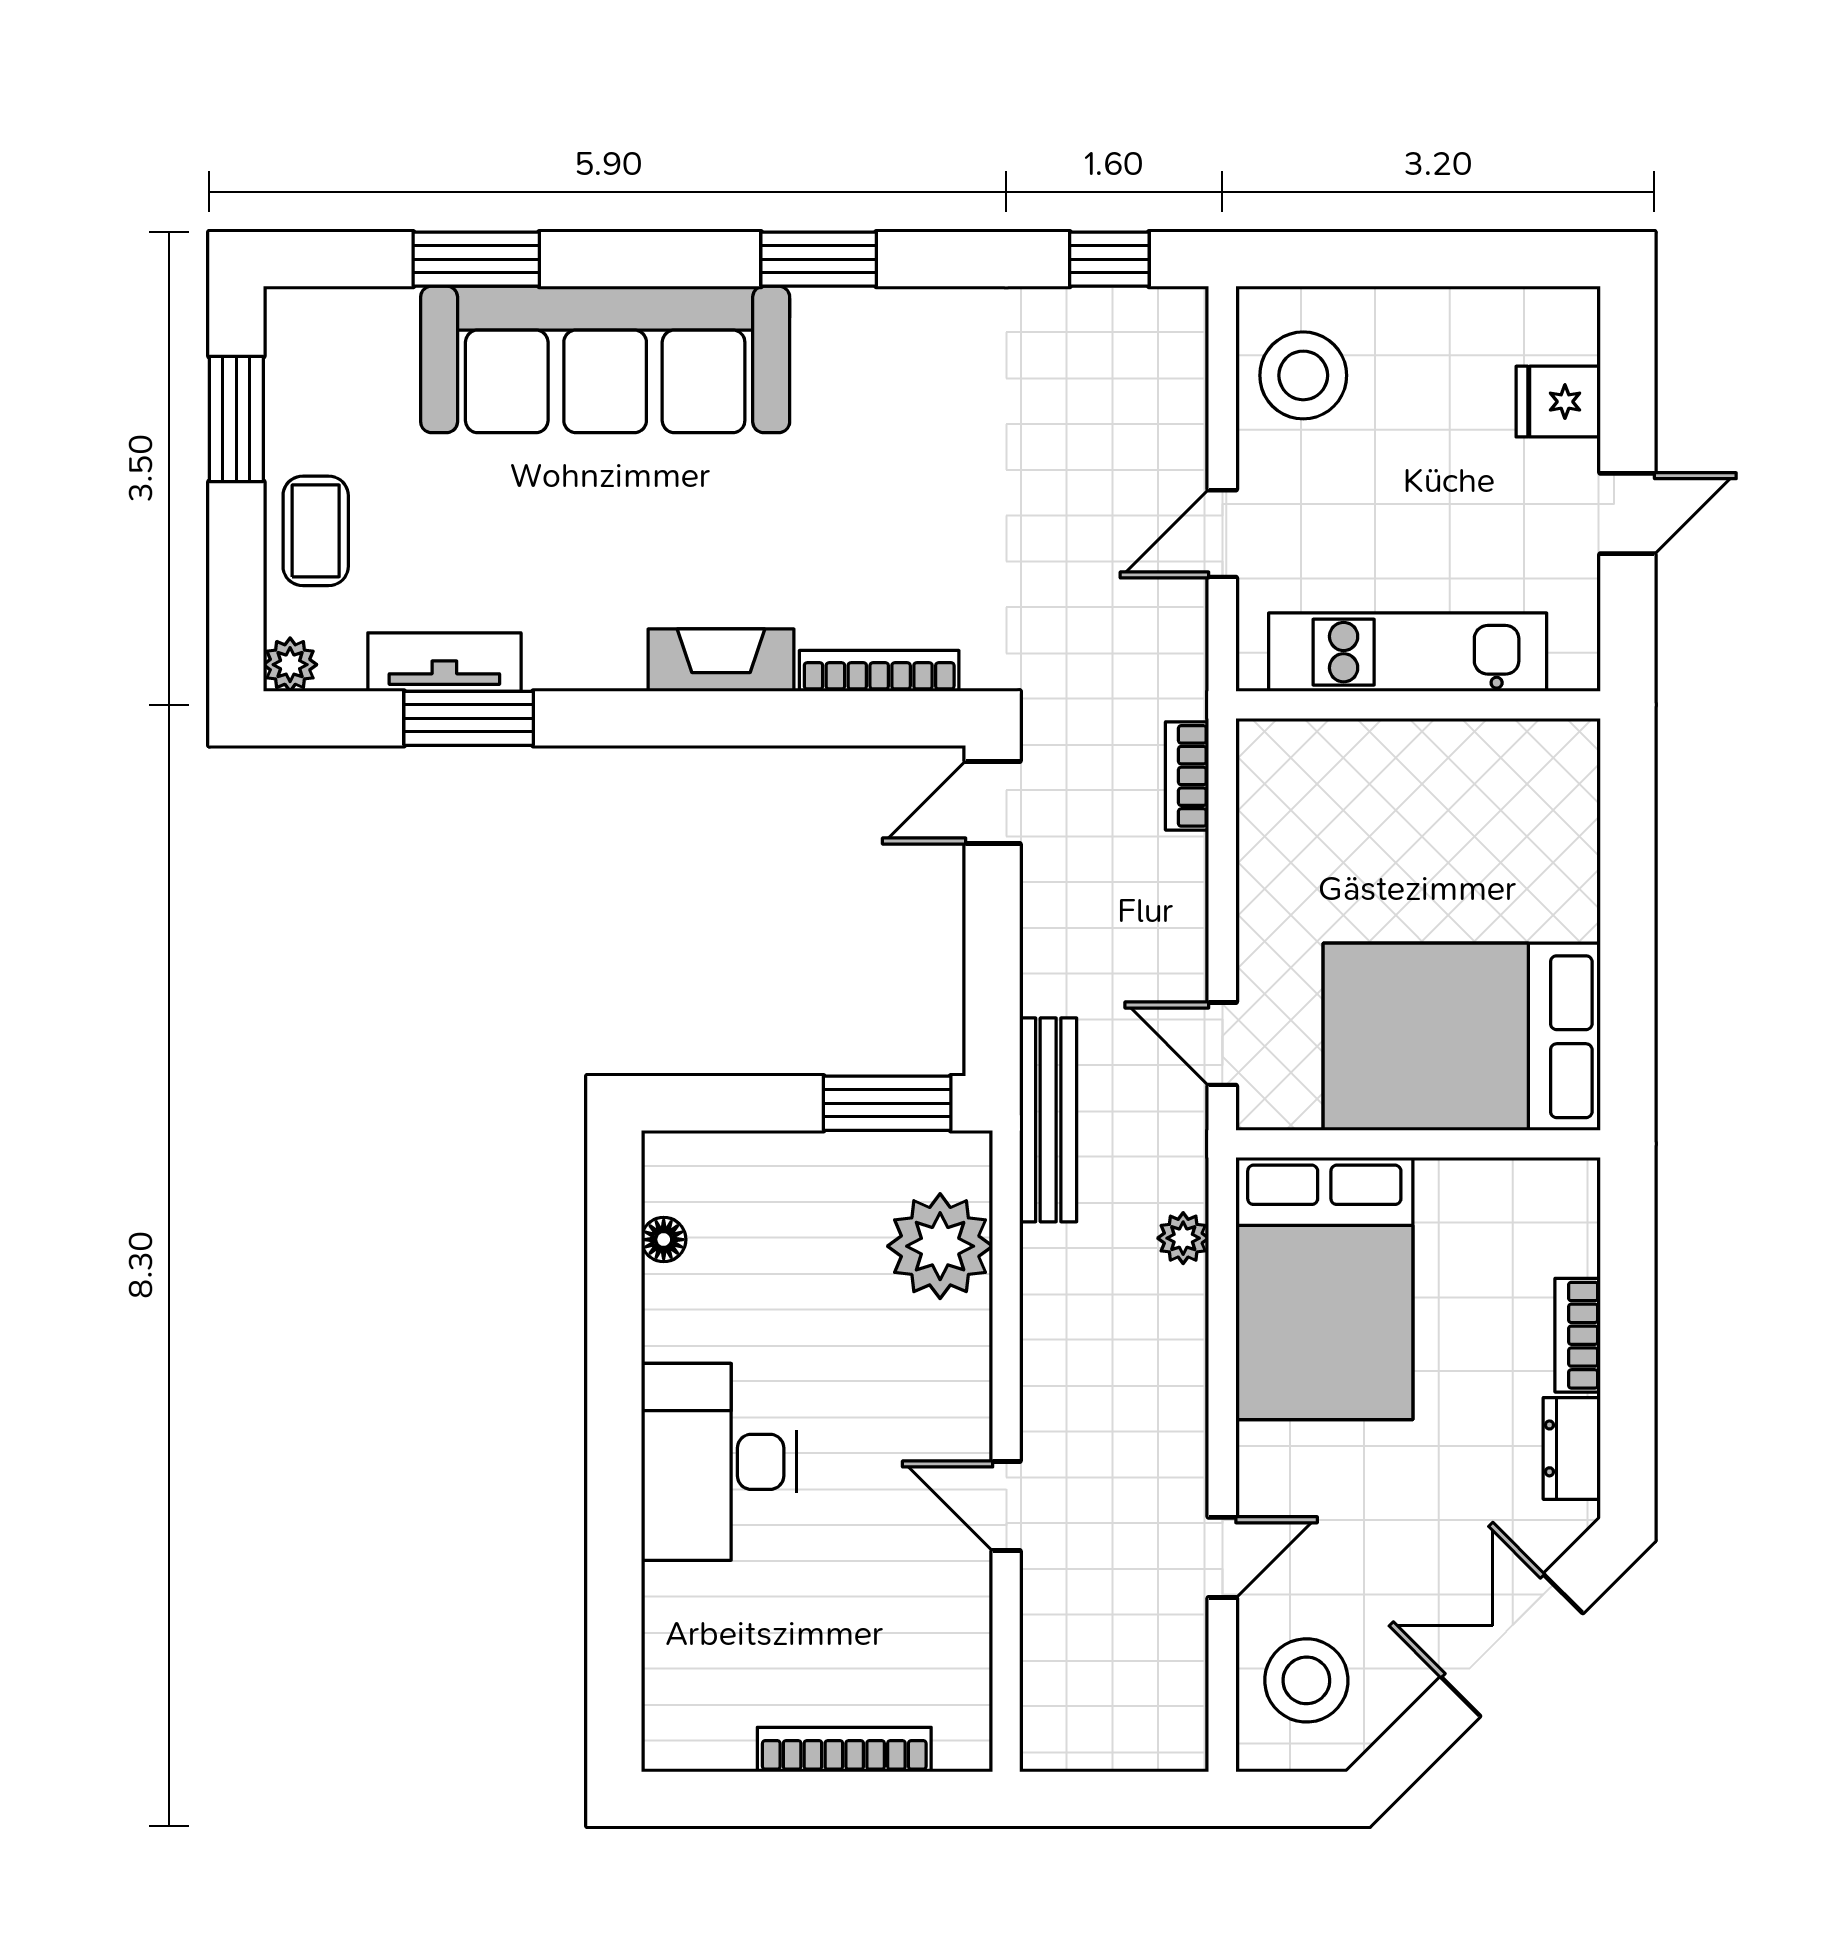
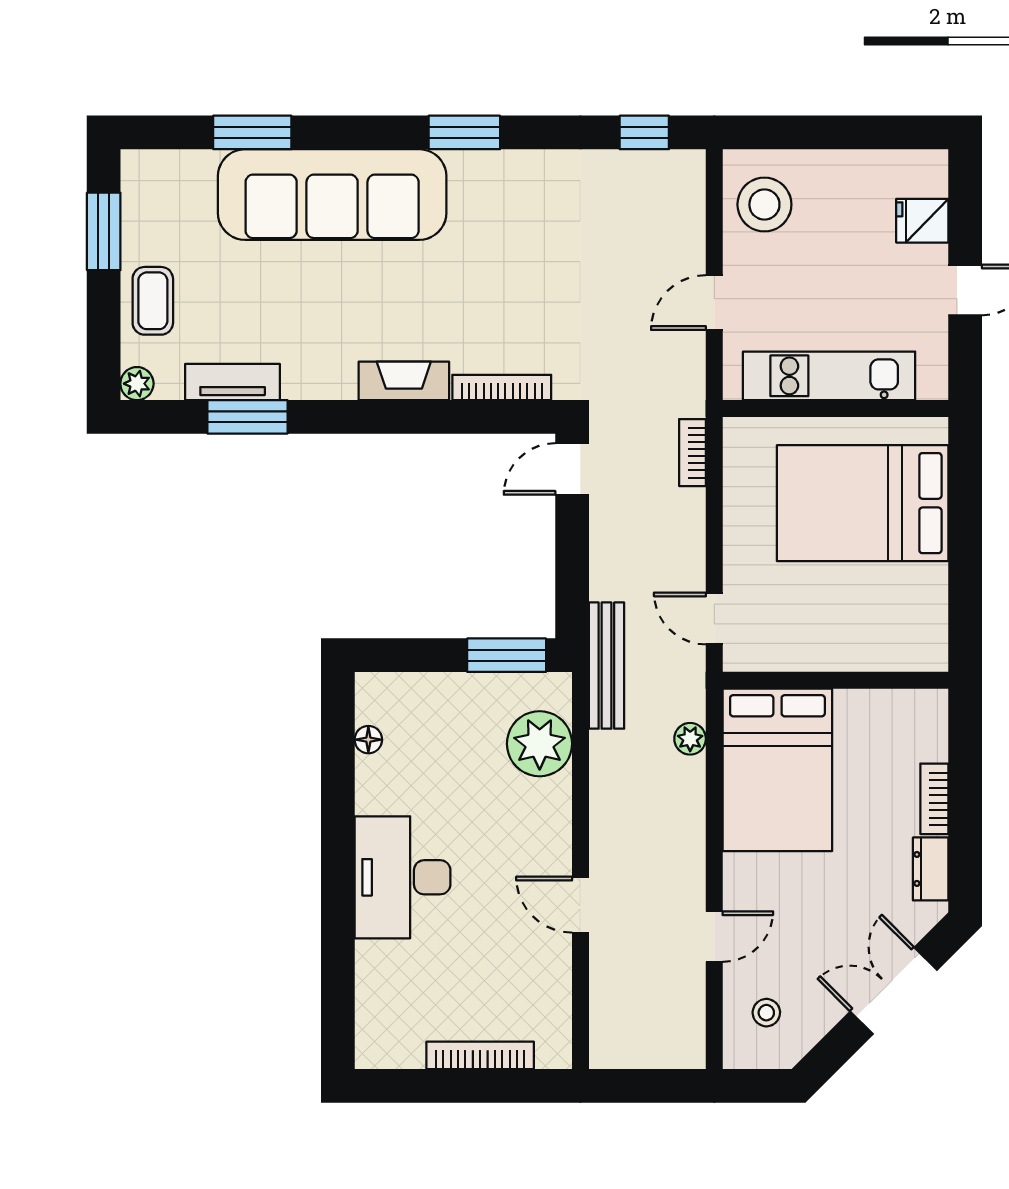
bed: (1462, 1037) -> (863, 503), moved
stool: (1306, 1680) -> (766, 1013), width x0.53, depth x0.53

